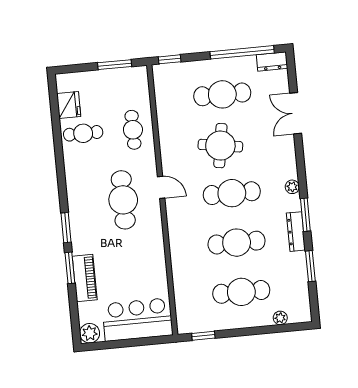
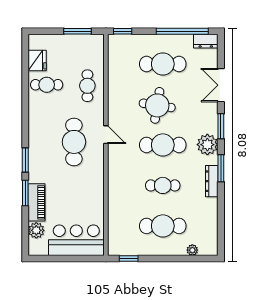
plant: (292, 187) -> (207, 145), width x1.88, depth x1.88
cafe table: (237, 243) -> (163, 185), width x0.73, depth x0.74
window: (310, 266) -> (221, 126), moved
plant: (90, 333) -> (36, 230), moved

